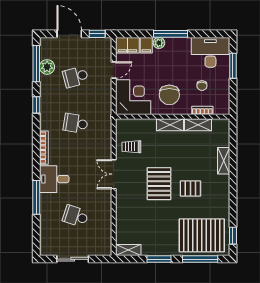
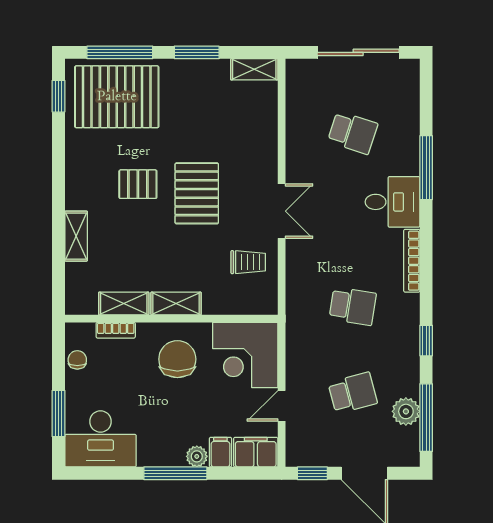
chair: (202, 86) -> (77, 360), moved
sliding door: (73, 259) -> (358, 52), width x1.37

